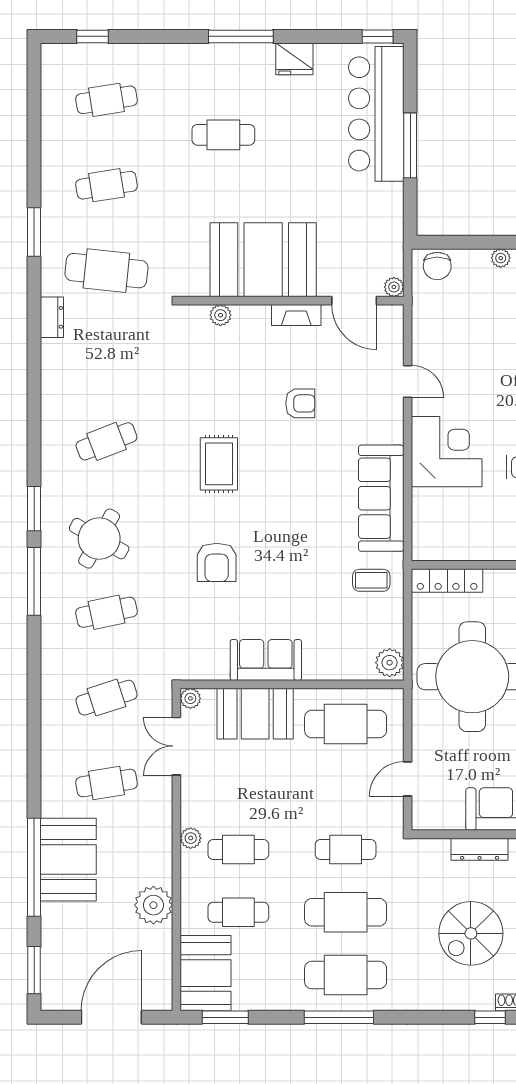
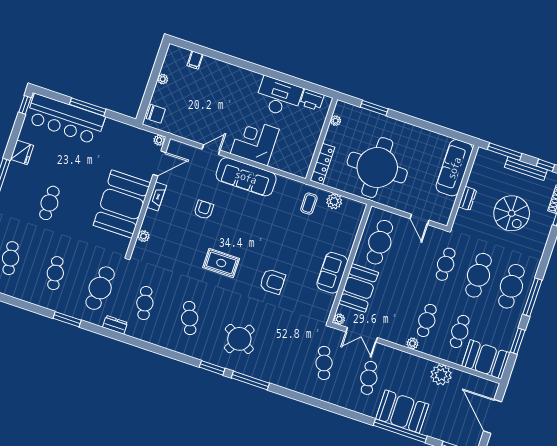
sofa: (381, 498) -> (246, 177), moved
cafe table: (106, 612) -> (145, 303), moved
plant: (390, 663) -> (334, 201), moved
dresser: (480, 849) -> (467, 198), width x0.70
window: (225, 1017) -> (518, 341), moved

